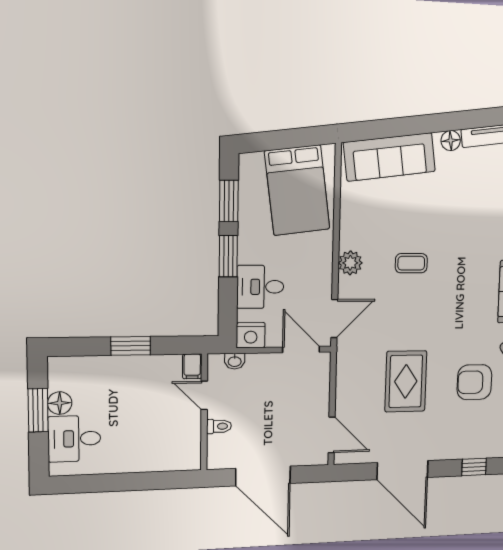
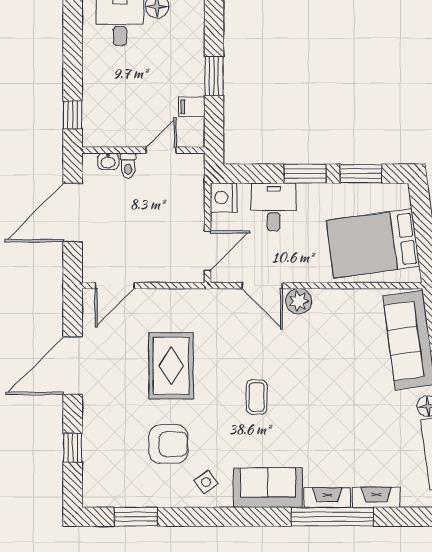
coffee table: (411, 263) -> (257, 397), moved
door: (334, 319) -> (262, 286), moved
washbasin: (235, 361) -> (108, 161), moved, turned -90
filing cabinet: (192, 366) -> (192, 107), moved
rug: (406, 381) -> (171, 366), turned 90
armchair: (474, 382) -> (168, 444), turned 90
window: (169, 480) -> (73, 115), added

